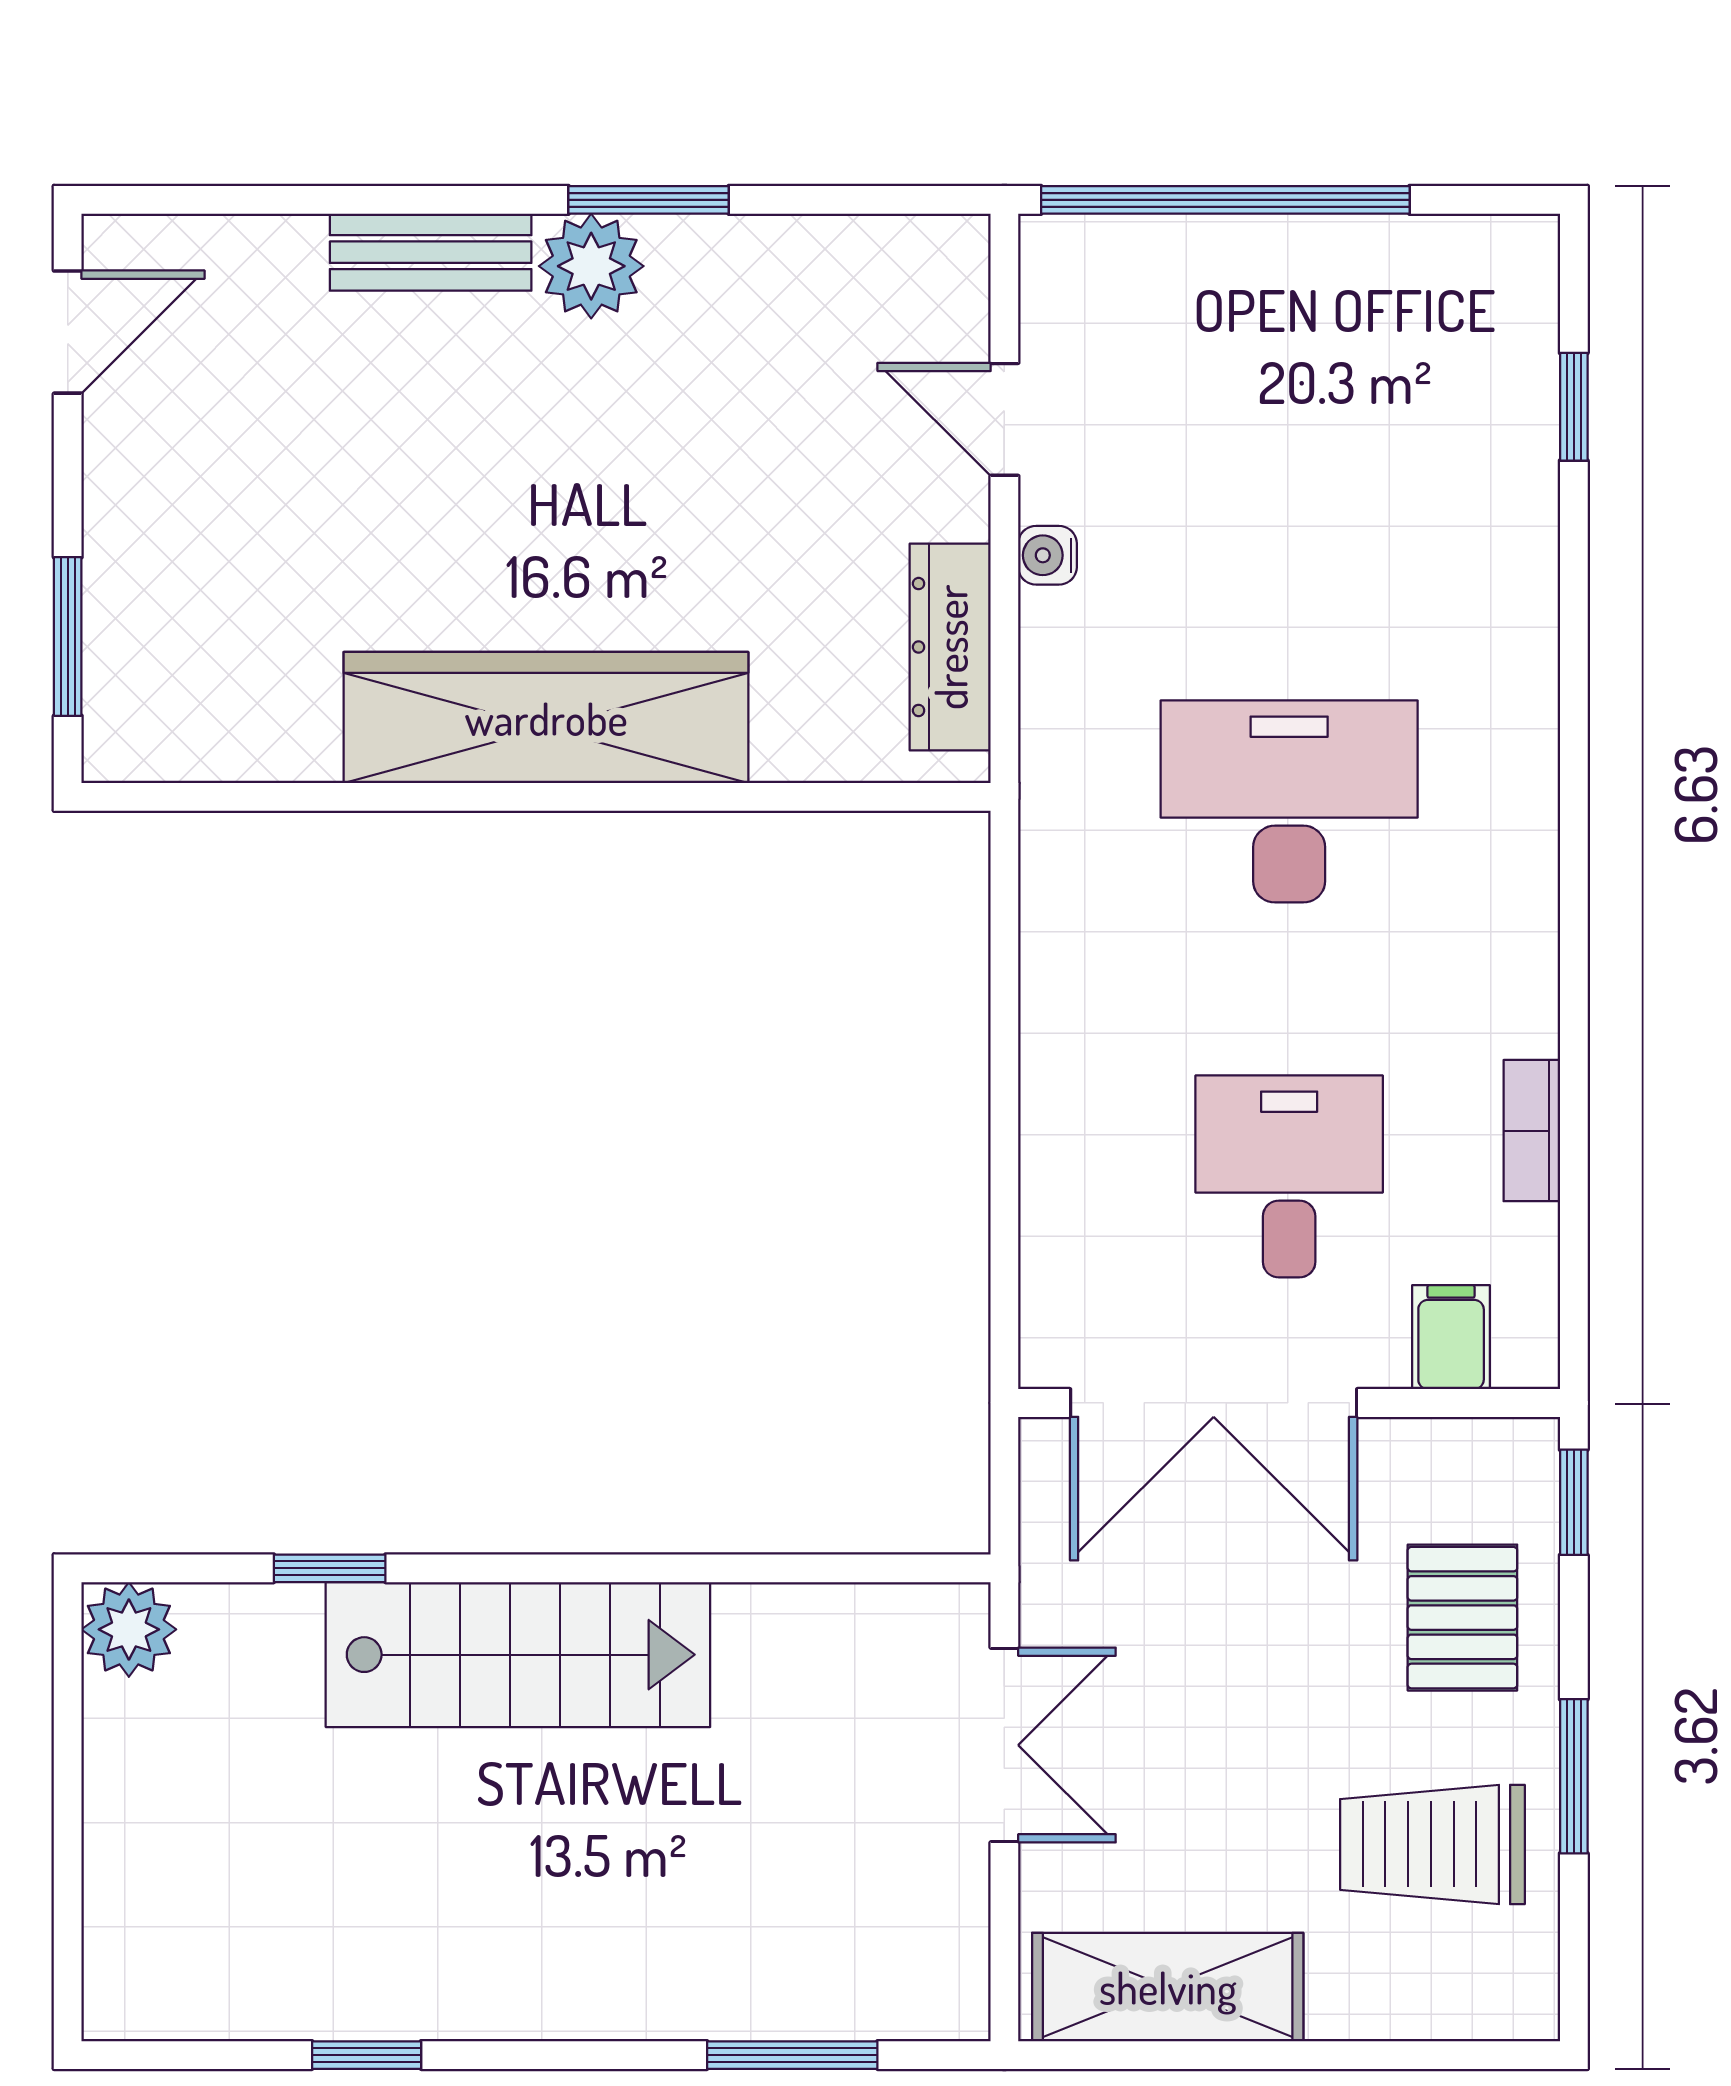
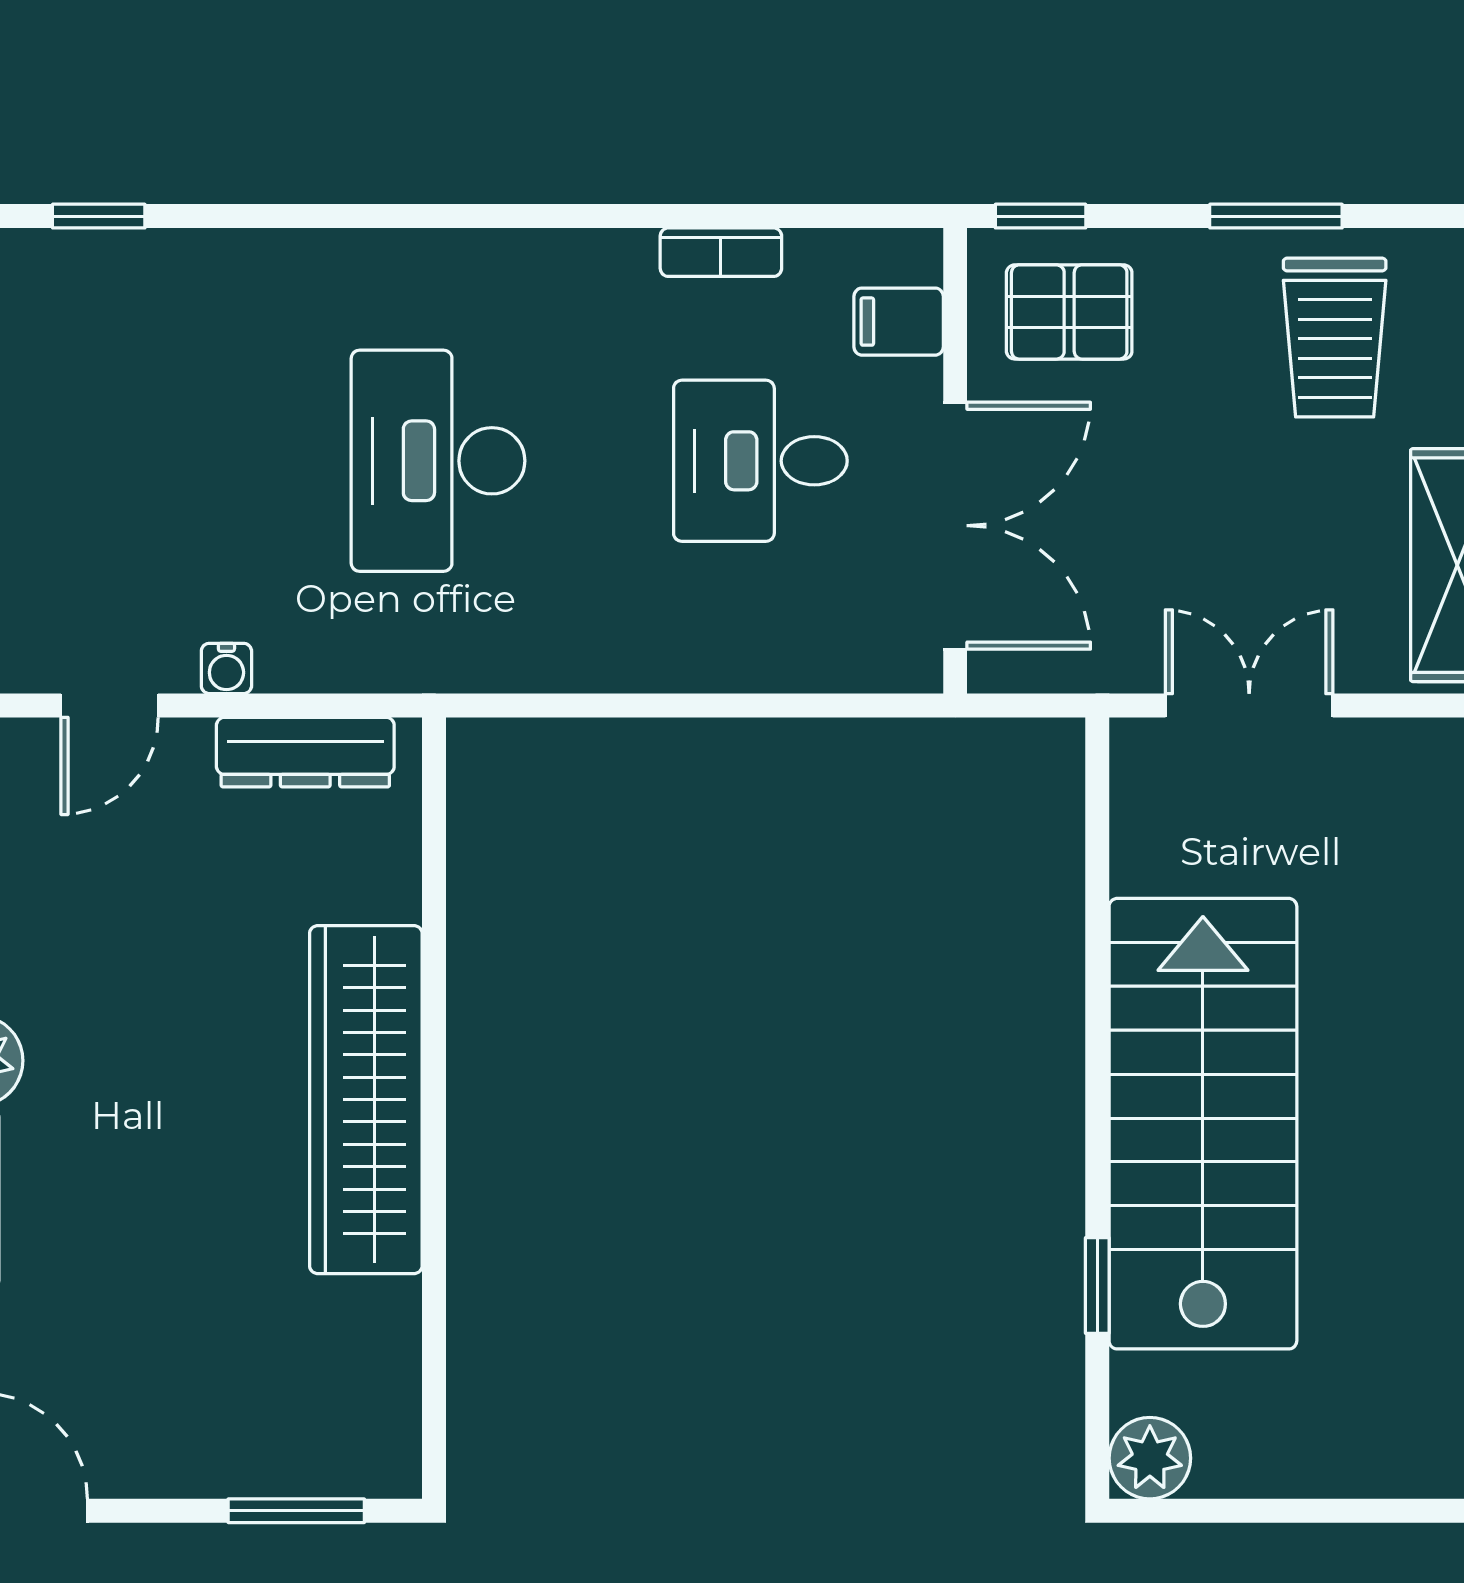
pallet: (1462, 1618) -> (1069, 312), moved
stairs: (518, 1655) -> (1203, 1124), width x1.36, depth x1.51

